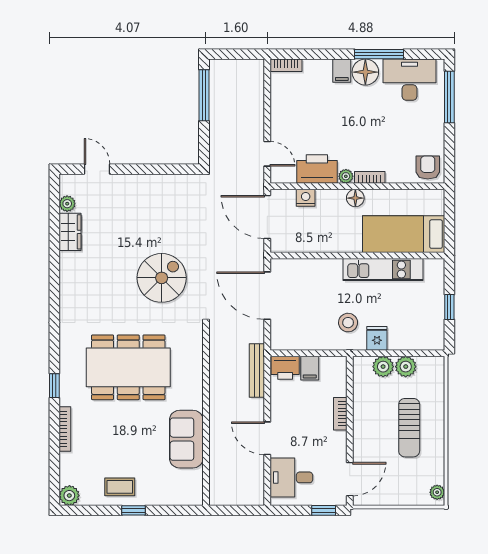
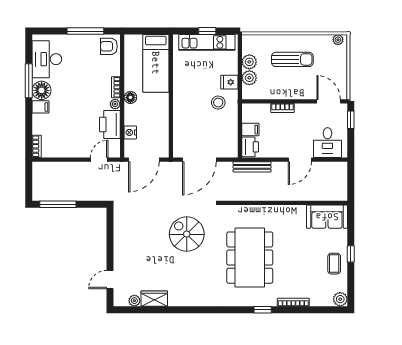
window: (449, 97) -> (85, 31), moved
kitchen unit: (383, 270) -> (207, 42), moved, turned 90
sofa: (186, 439) -> (327, 217), moved

